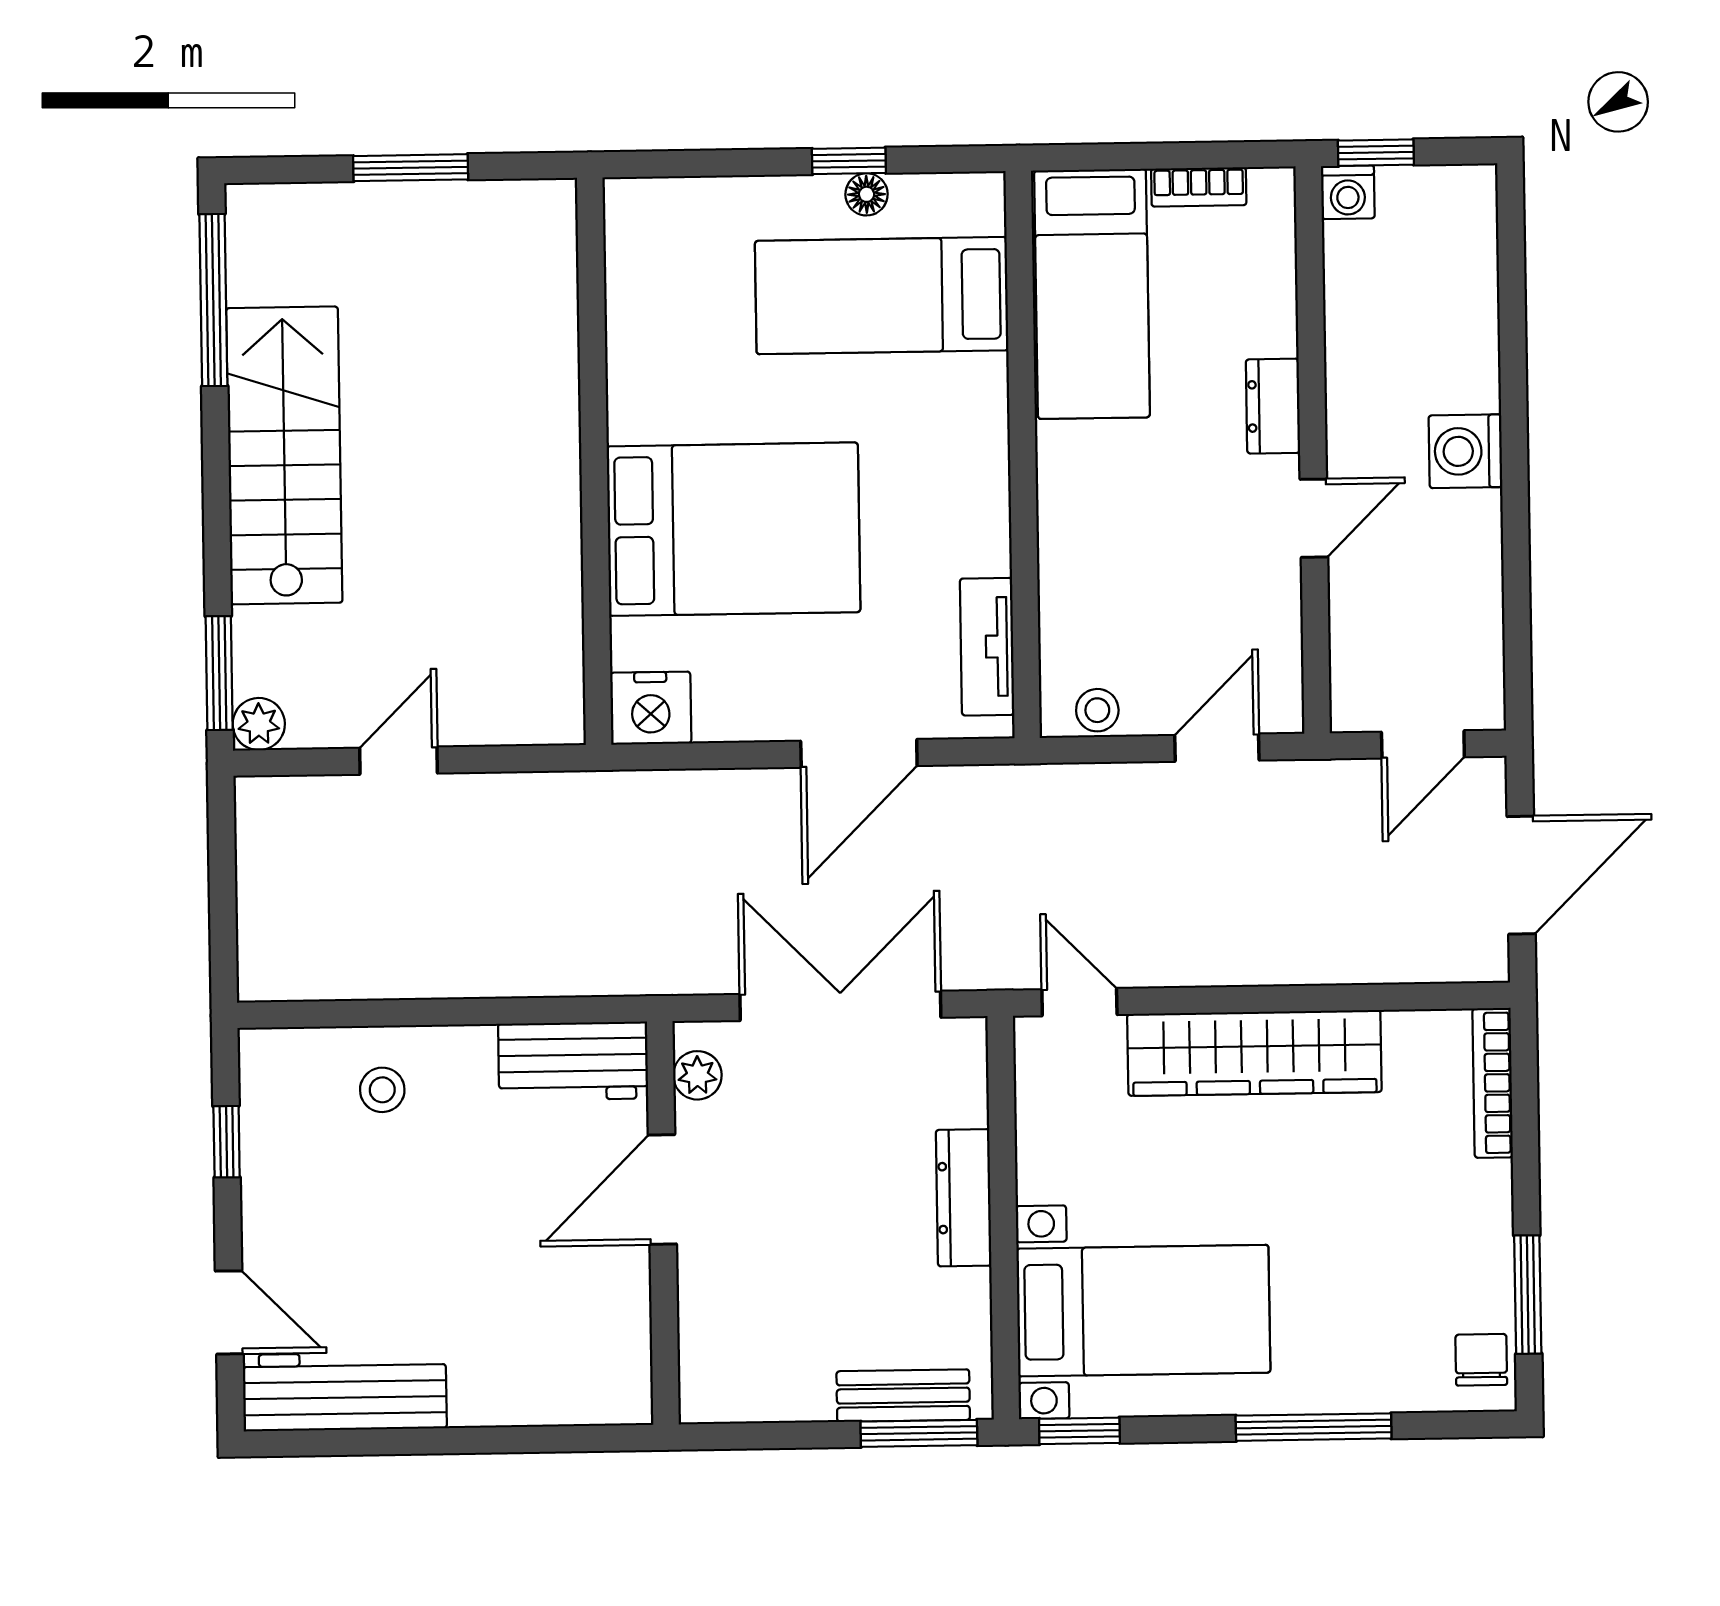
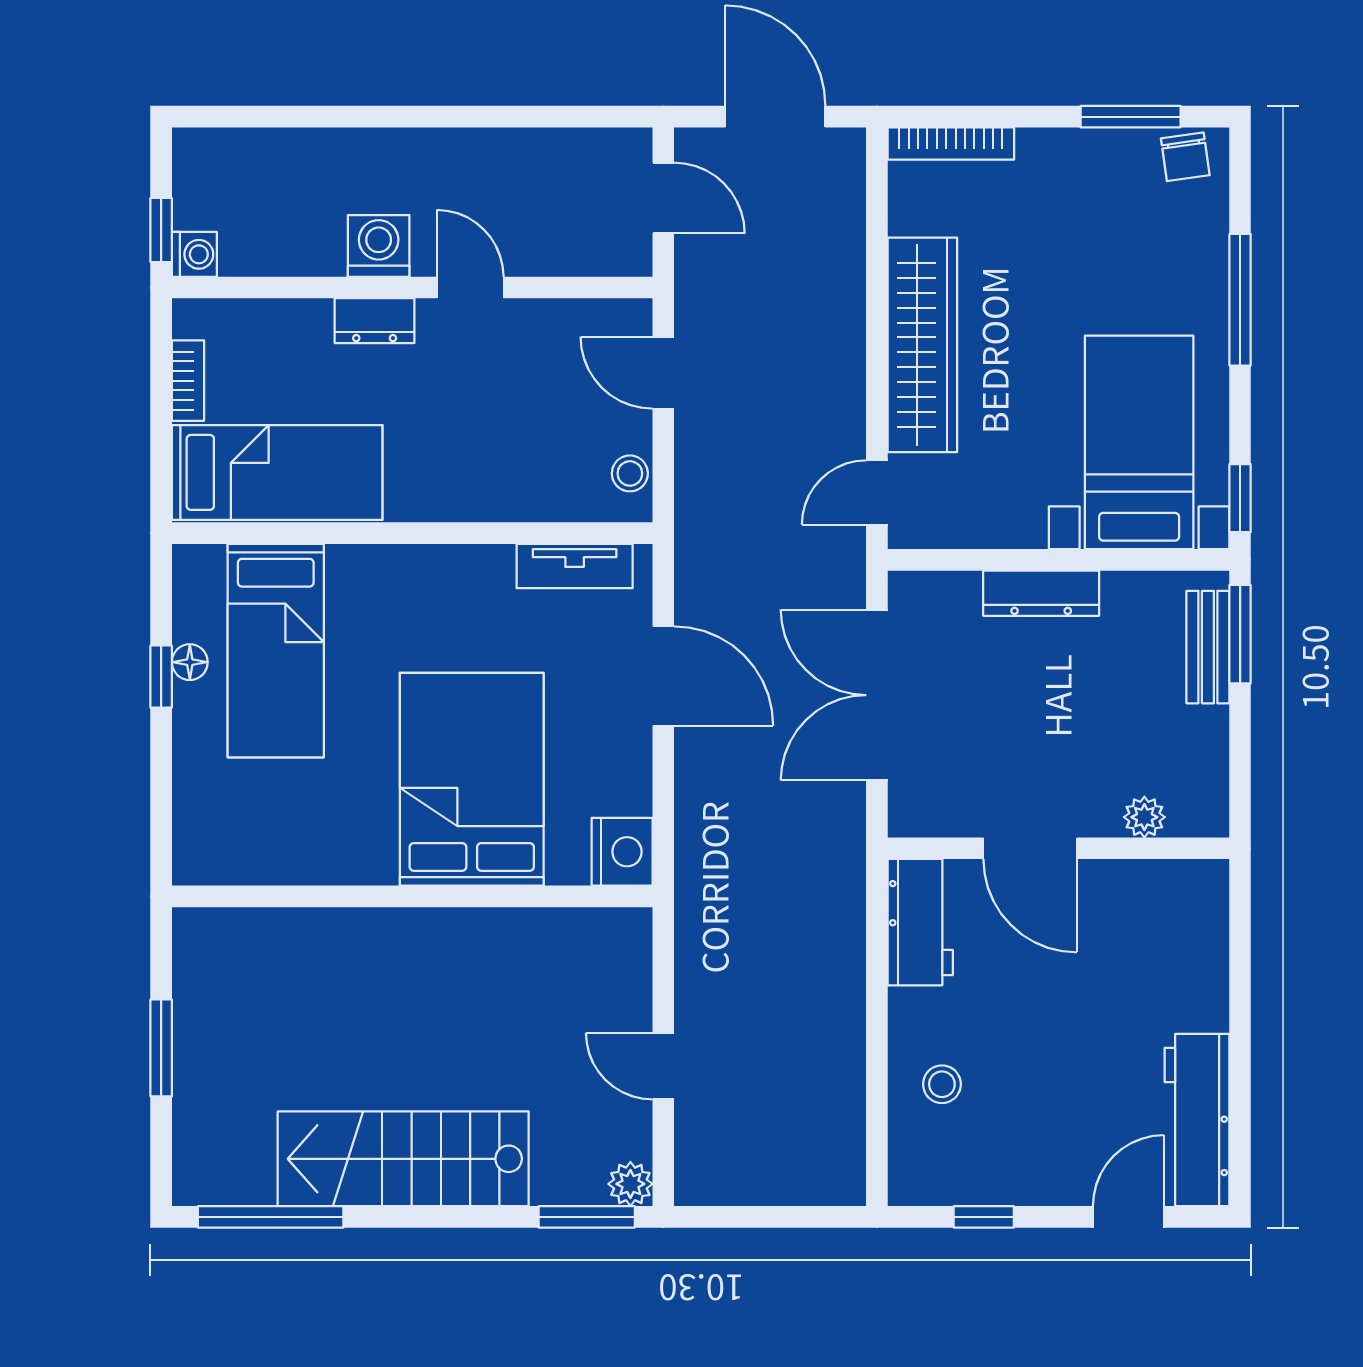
washing machine: (1465, 451) -> (379, 246), moved, turned 180
plant: (697, 1075) -> (1144, 817), moved
chair: (1481, 1360) -> (1185, 157), turned -98

